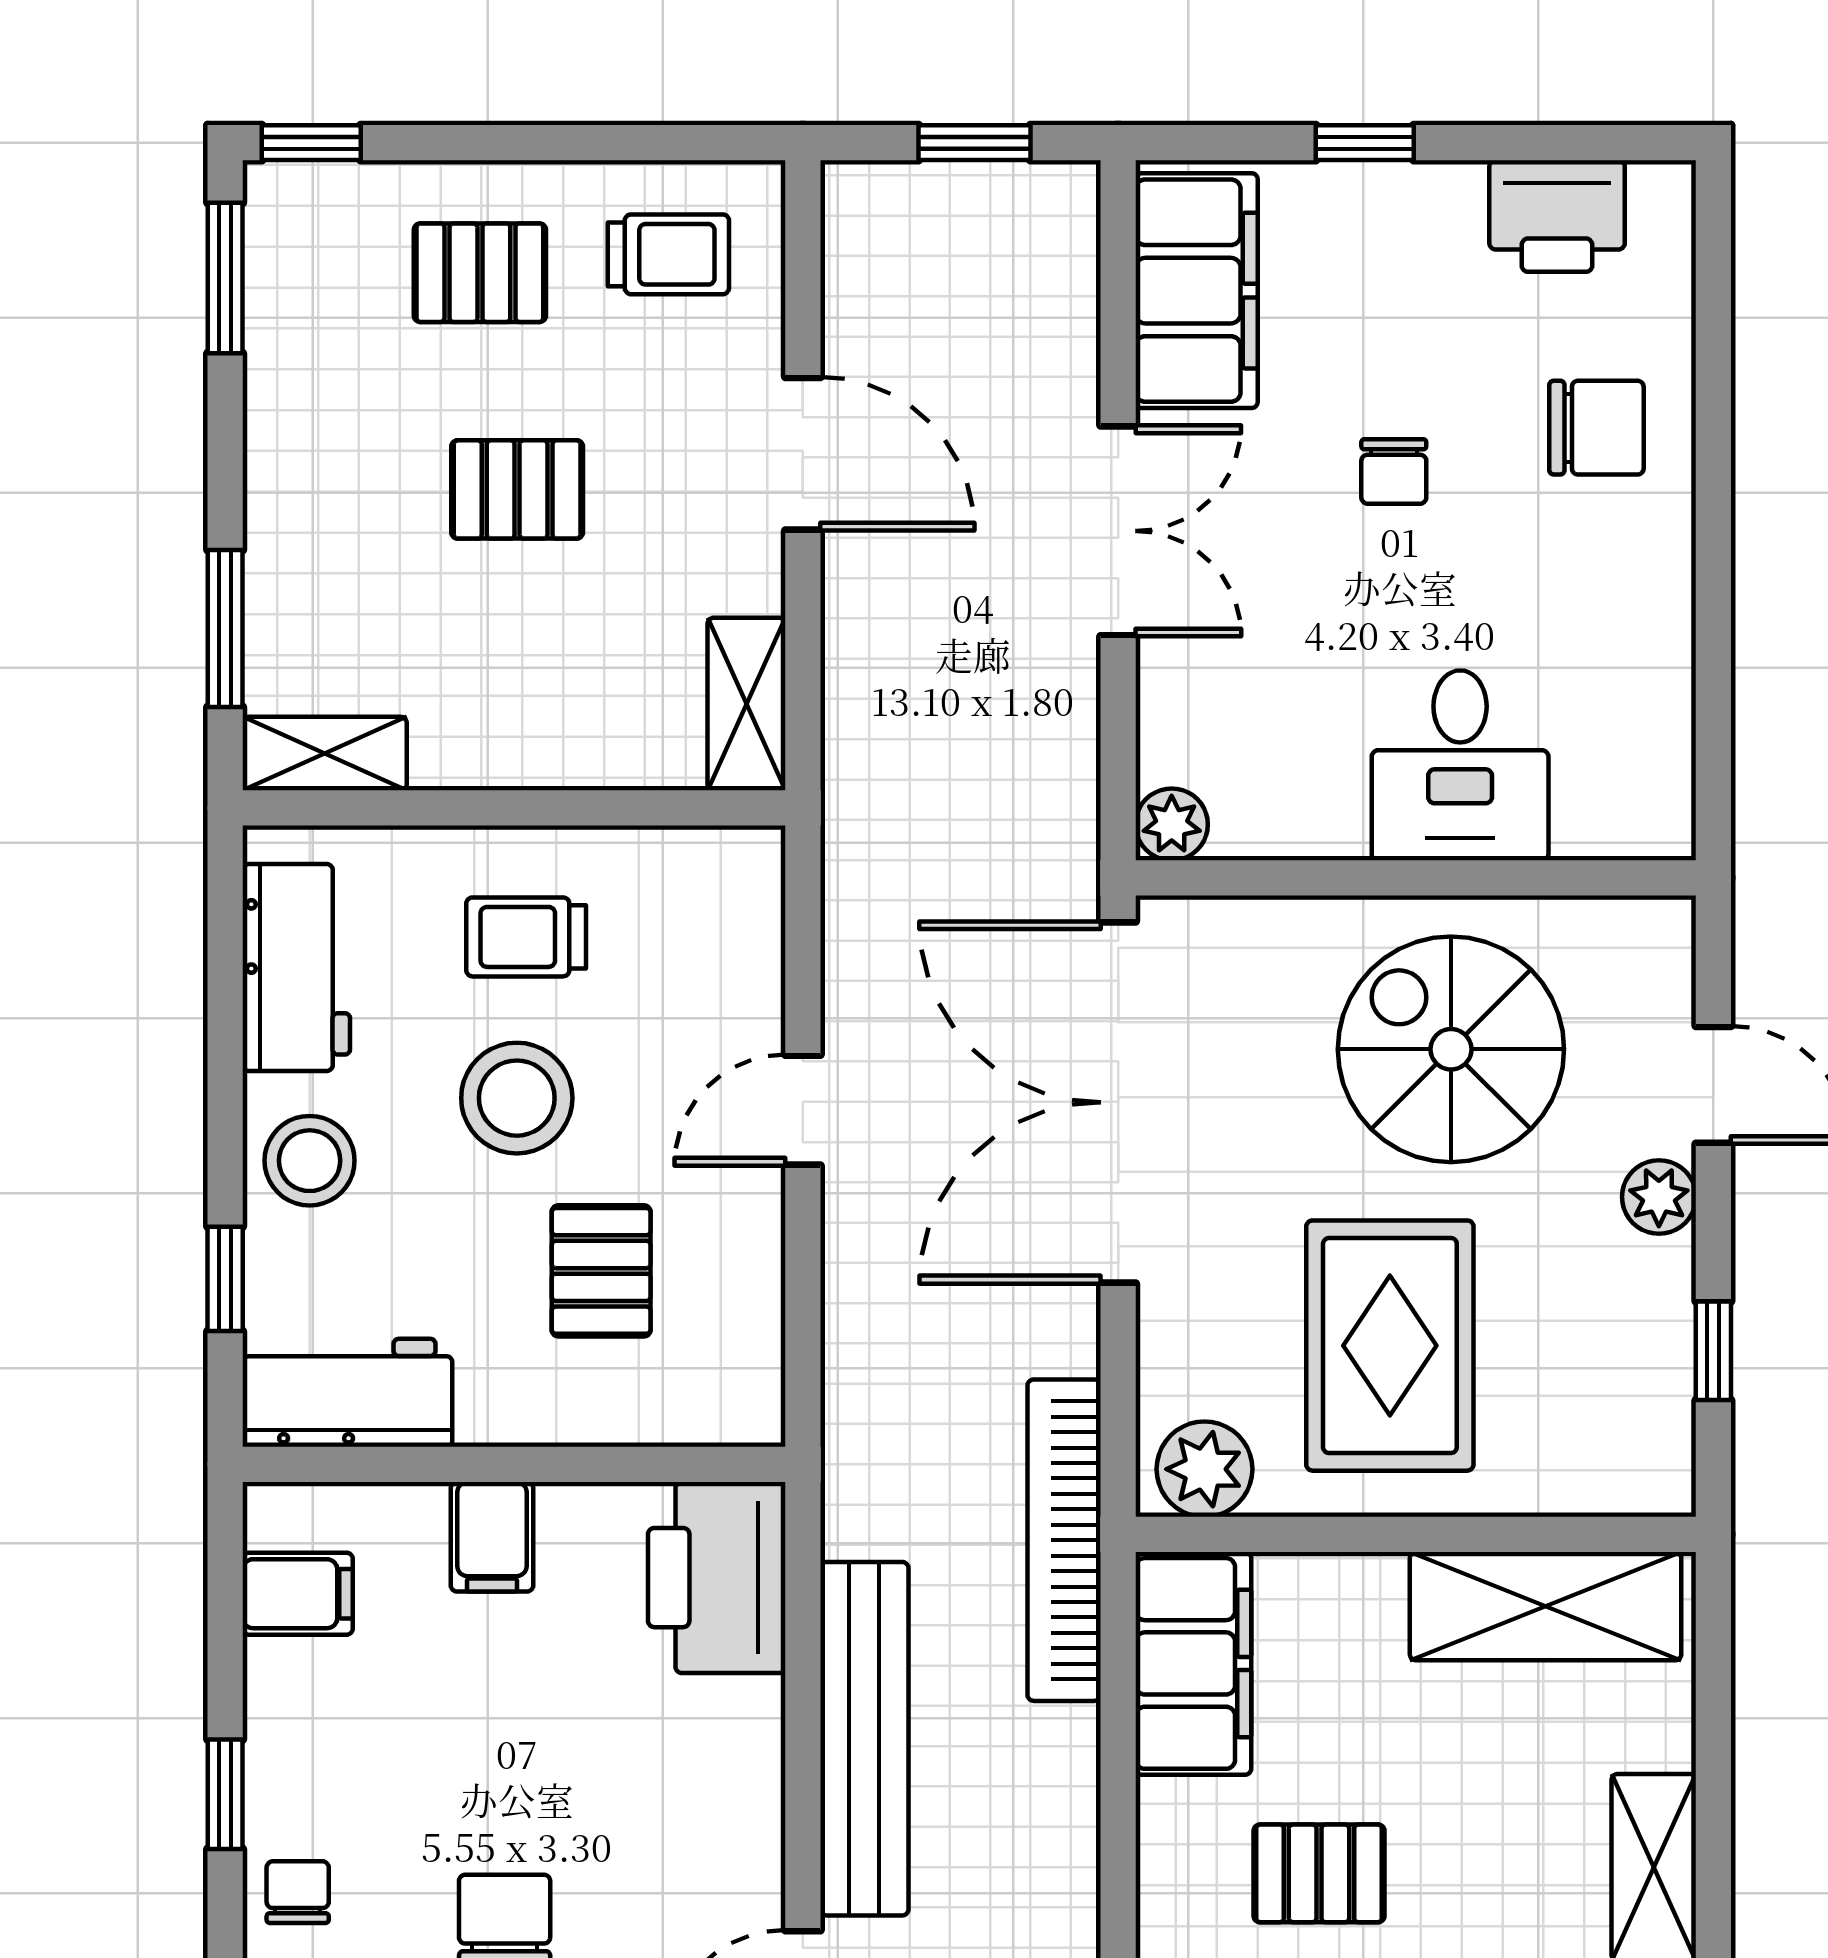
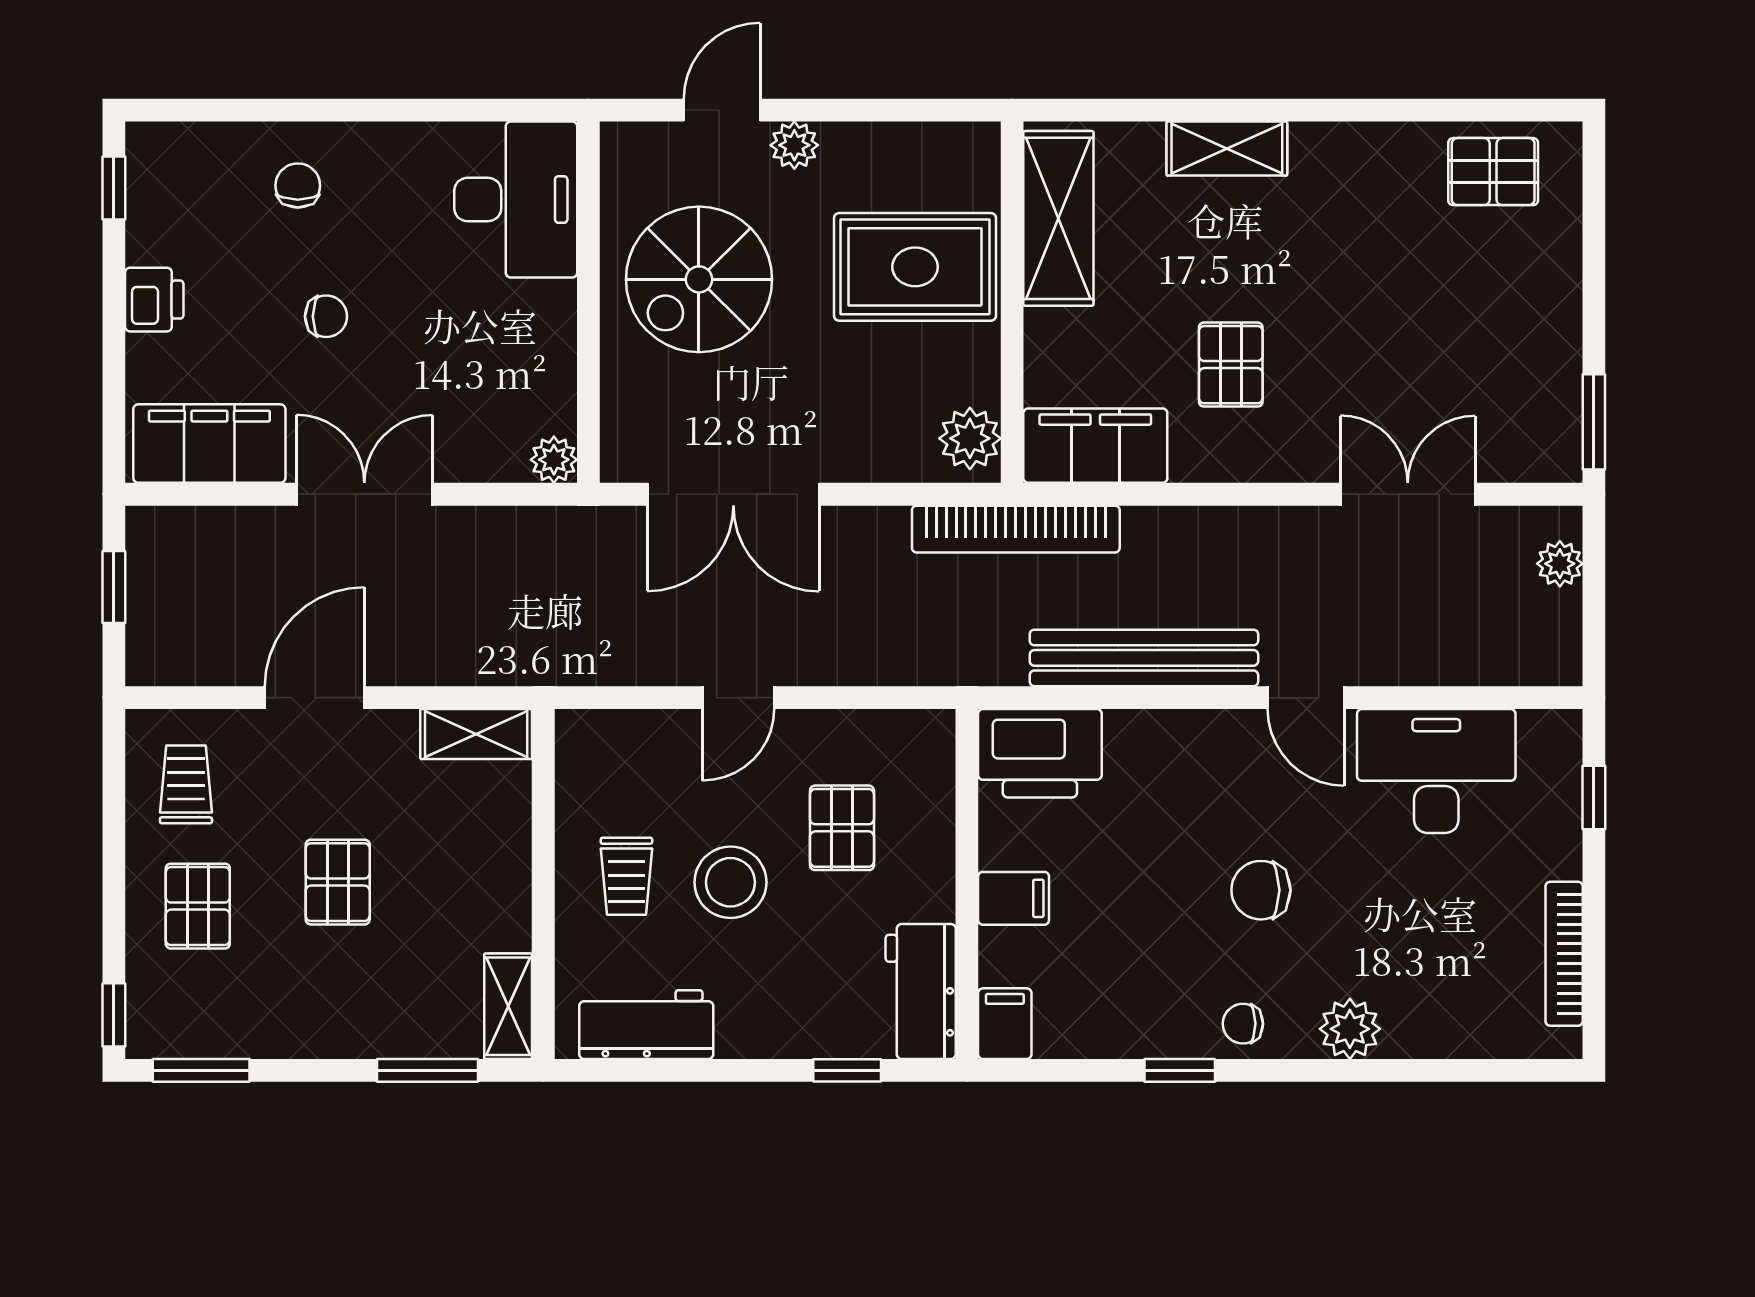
window: (1365, 143) -> (114, 188), moved
printer: (1557, 216) -> (154, 300), moved, width x0.73, depth x0.81
chair: (1596, 428) -> (298, 186), width x0.73, depth x0.73
desk: (1460, 765) -> (516, 200), moved, width x1.37
double door: (1118, 1102) -> (733, 494), width x0.73
door: (803, 1110) -> (738, 698), hinge flipped
stool: (310, 1161) -> (771, 1016), removed
pallet: (601, 1271) -> (842, 828), turned 90
rug: (1390, 1346) -> (915, 267), moved
window: (1713, 1351) -> (894, 110), removed
filing cabinet: (298, 1594) -> (1005, 1024), moved

